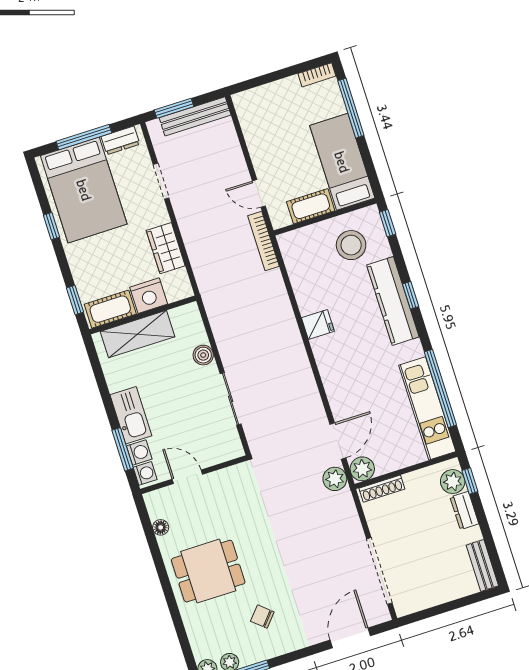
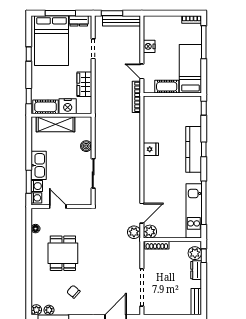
nightstand: (258, 146) -> (149, 46), added
stool: (351, 245) -> (181, 113), removed
dining table: (208, 571) -> (63, 253), moved, turned 90

